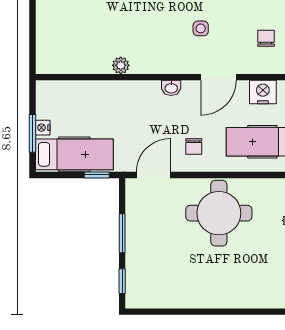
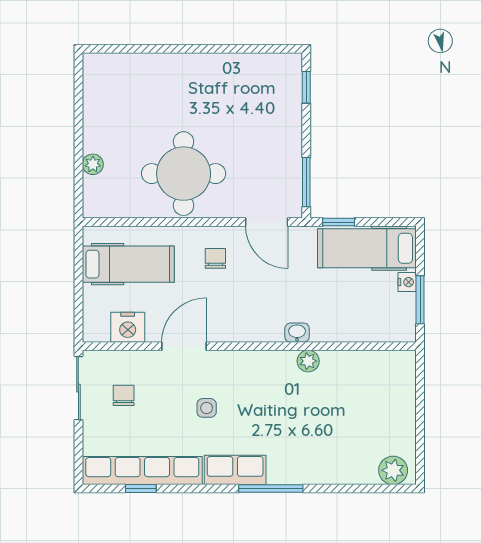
chair: (266, 38) -> (124, 395), turned 180
washbasin: (171, 88) -> (297, 333), moved
window: (32, 133) -> (420, 300), moved
door: (153, 175) -> (267, 222), hinge flipped
window: (122, 233) -> (306, 182), moved

